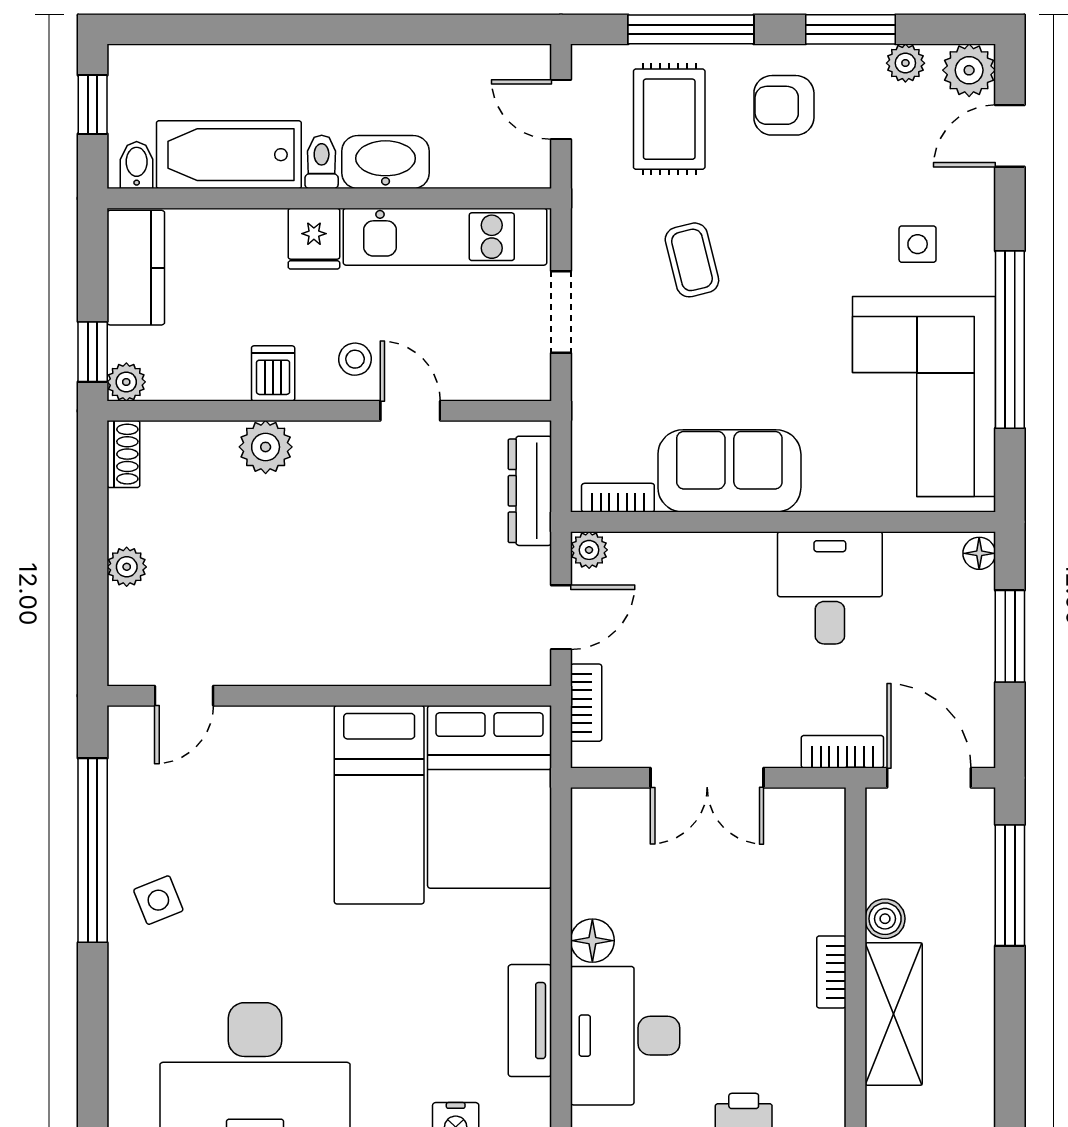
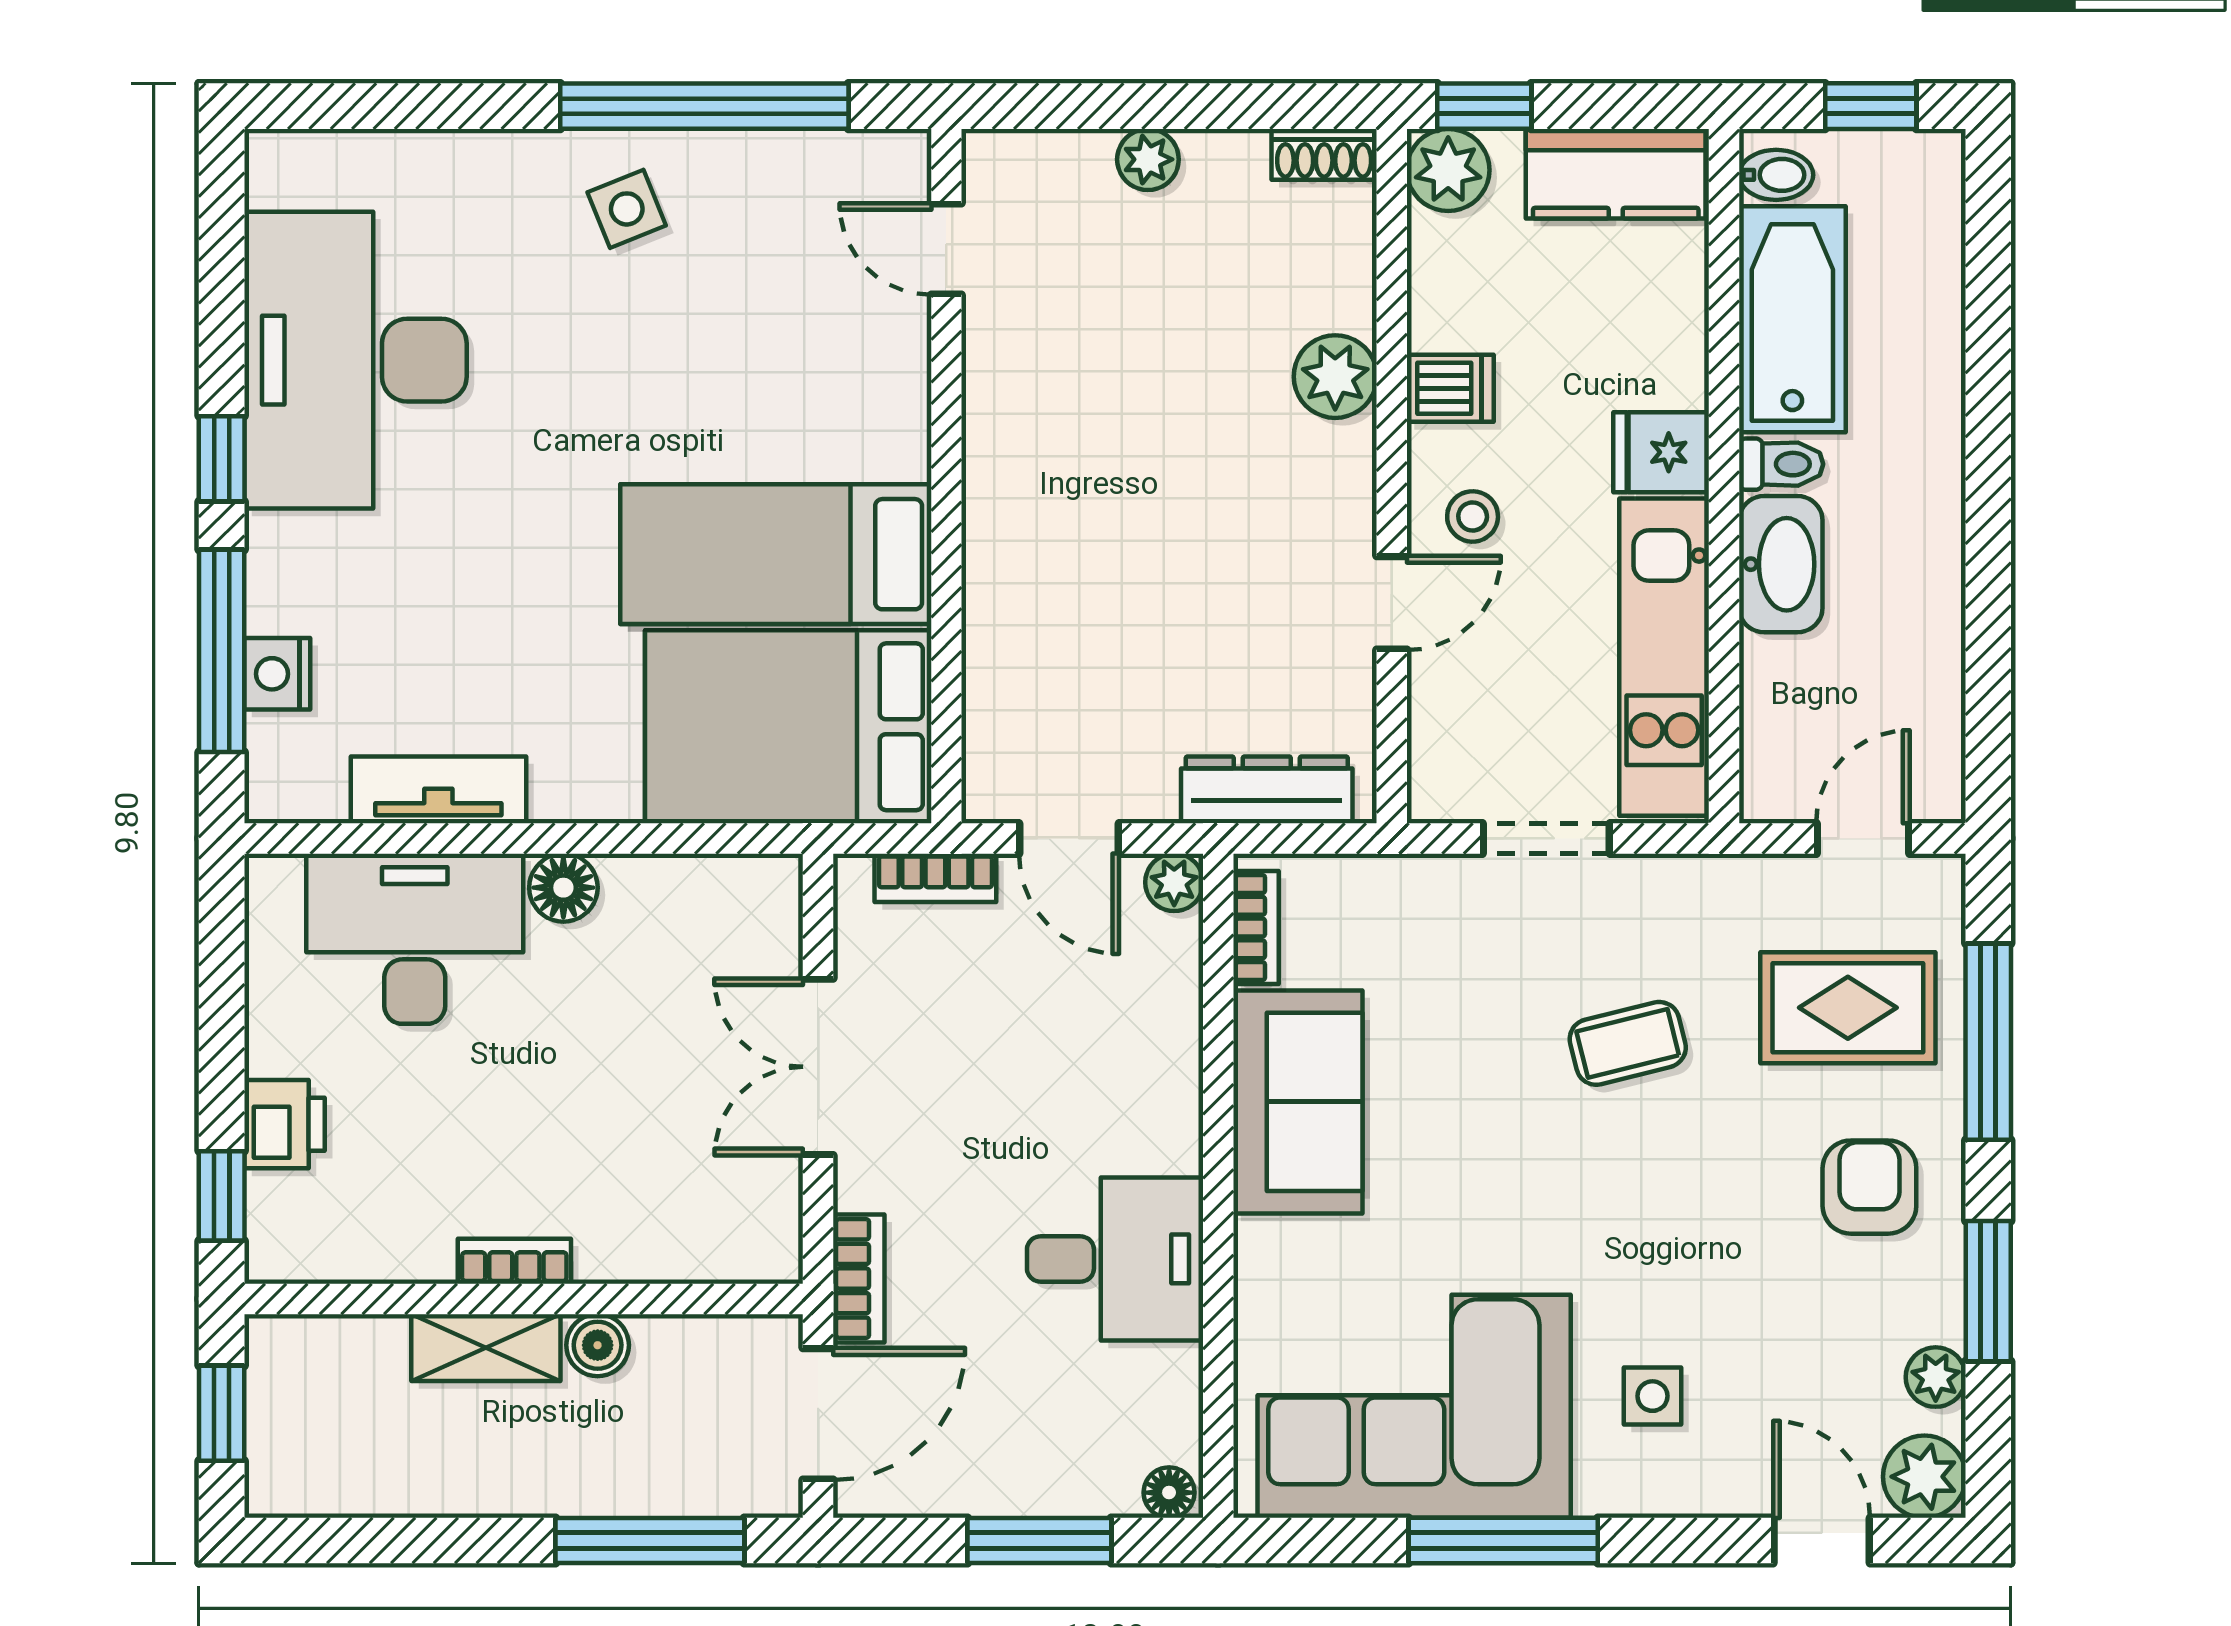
window: (1010, 340) -> (1503, 1541), width x0.68
plant: (126, 382) -> (1448, 170), width x1.38, depth x1.38
shelving: (894, 1014) -> (486, 1348), width x0.67, depth x0.75

